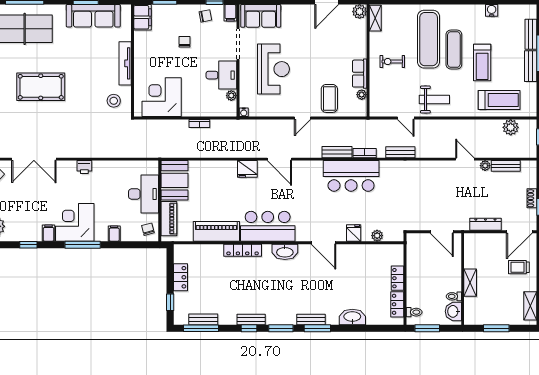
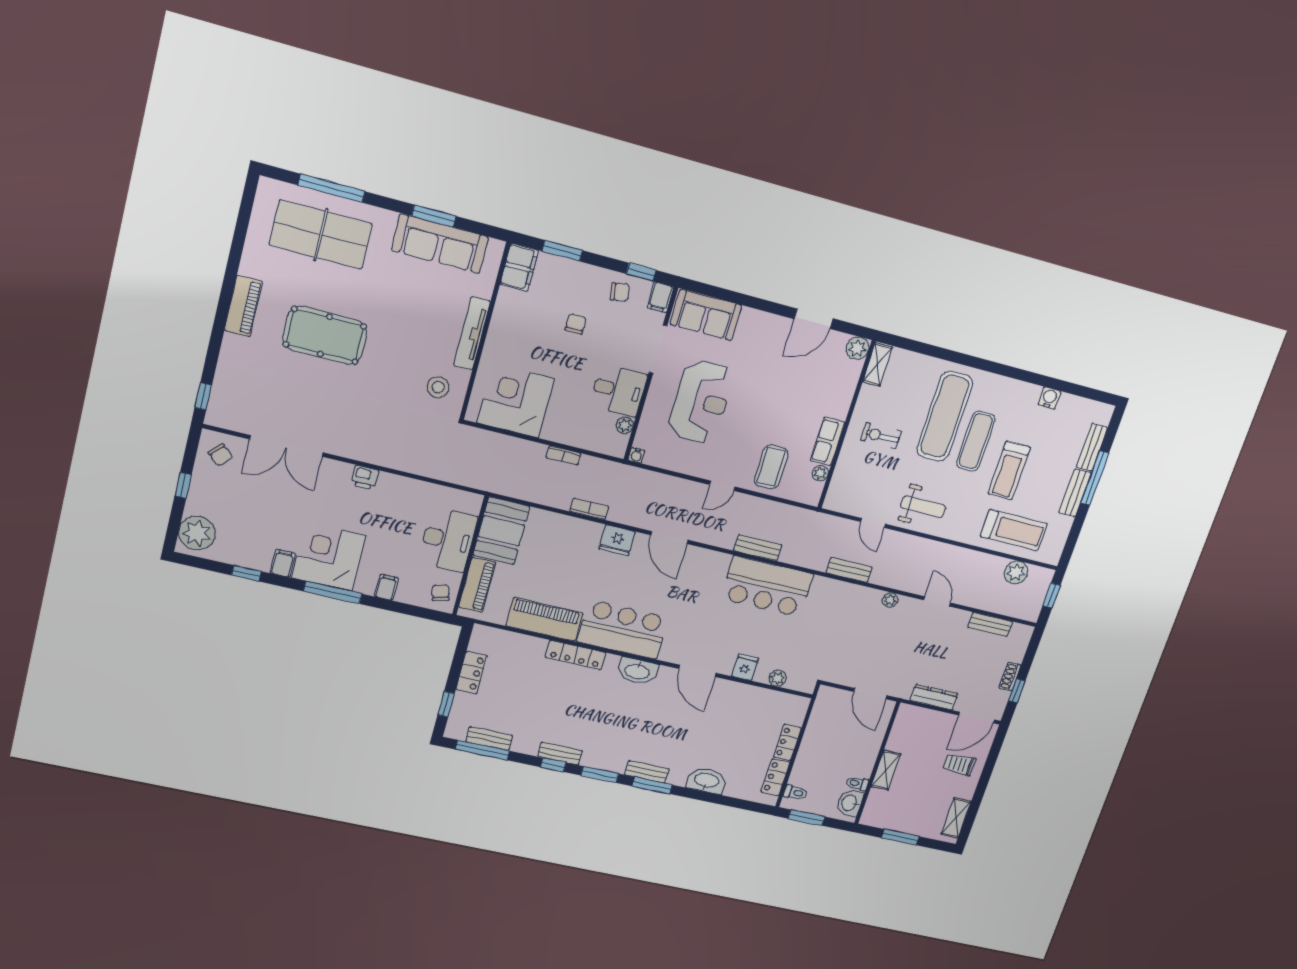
bookcase: (365, 153) -> (589, 509), moved
plant: (485, 166) -> (890, 600), moved

